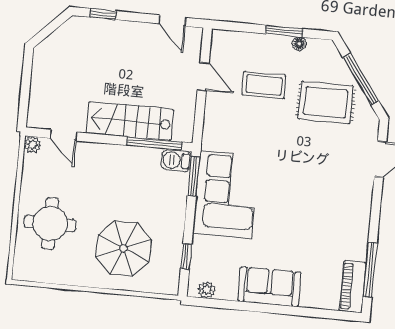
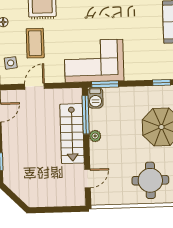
side table: (240, 47) -> (11, 63), added
plant: (32, 145) -> (95, 136), moved
corner sofa: (226, 195) -> (94, 61), moved

